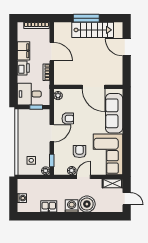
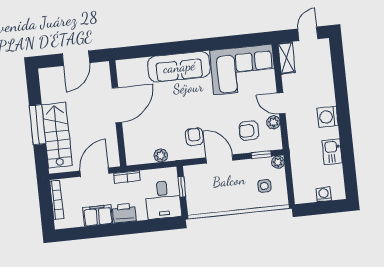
stairs: (93, 30) -> (57, 135), moved
wall: (88, 87) -> (118, 113), moved
door: (93, 87) -> (117, 105), moved
armchair: (80, 152) -> (249, 131), moved
boiler: (87, 204) -> (322, 94), removed

